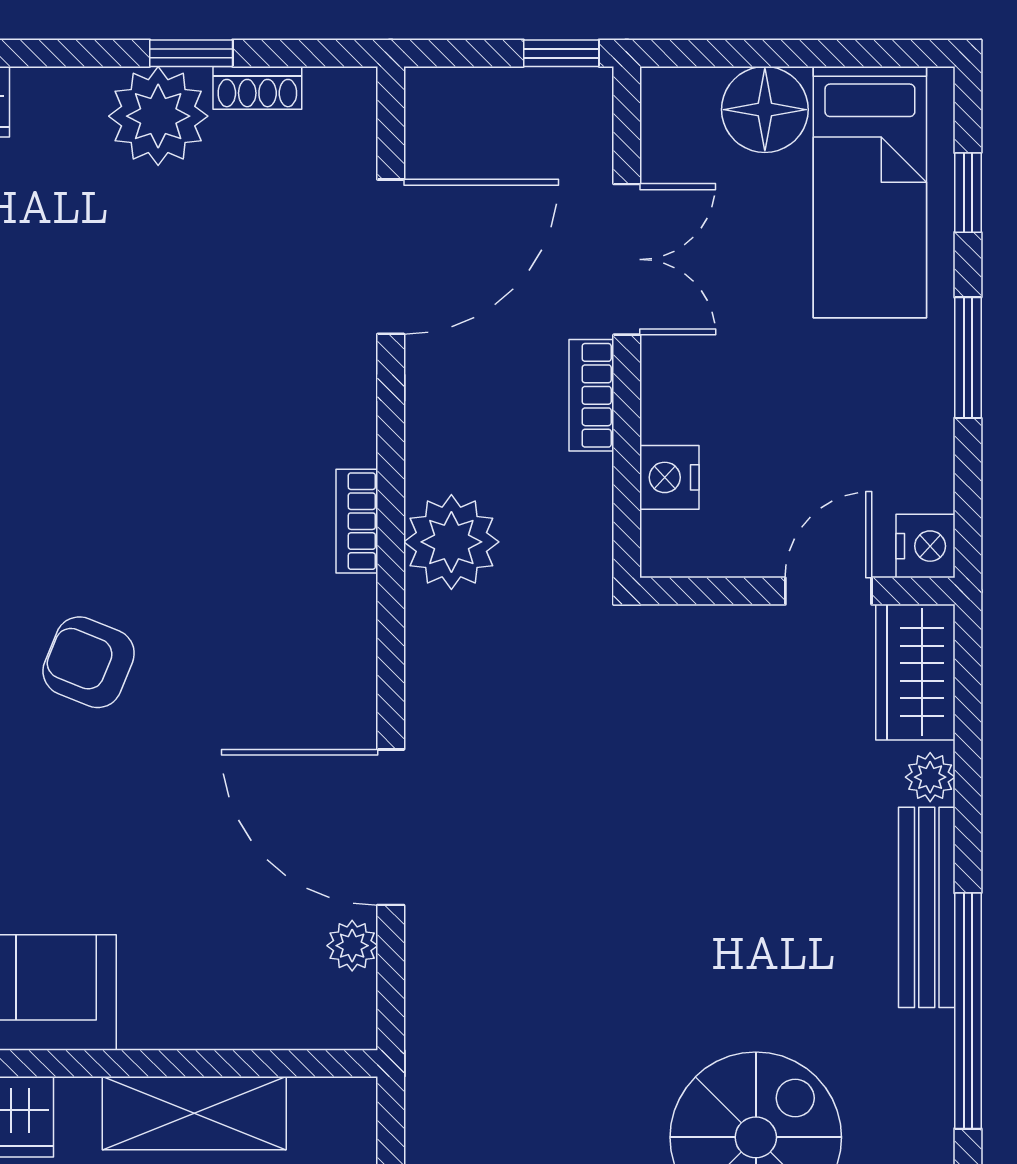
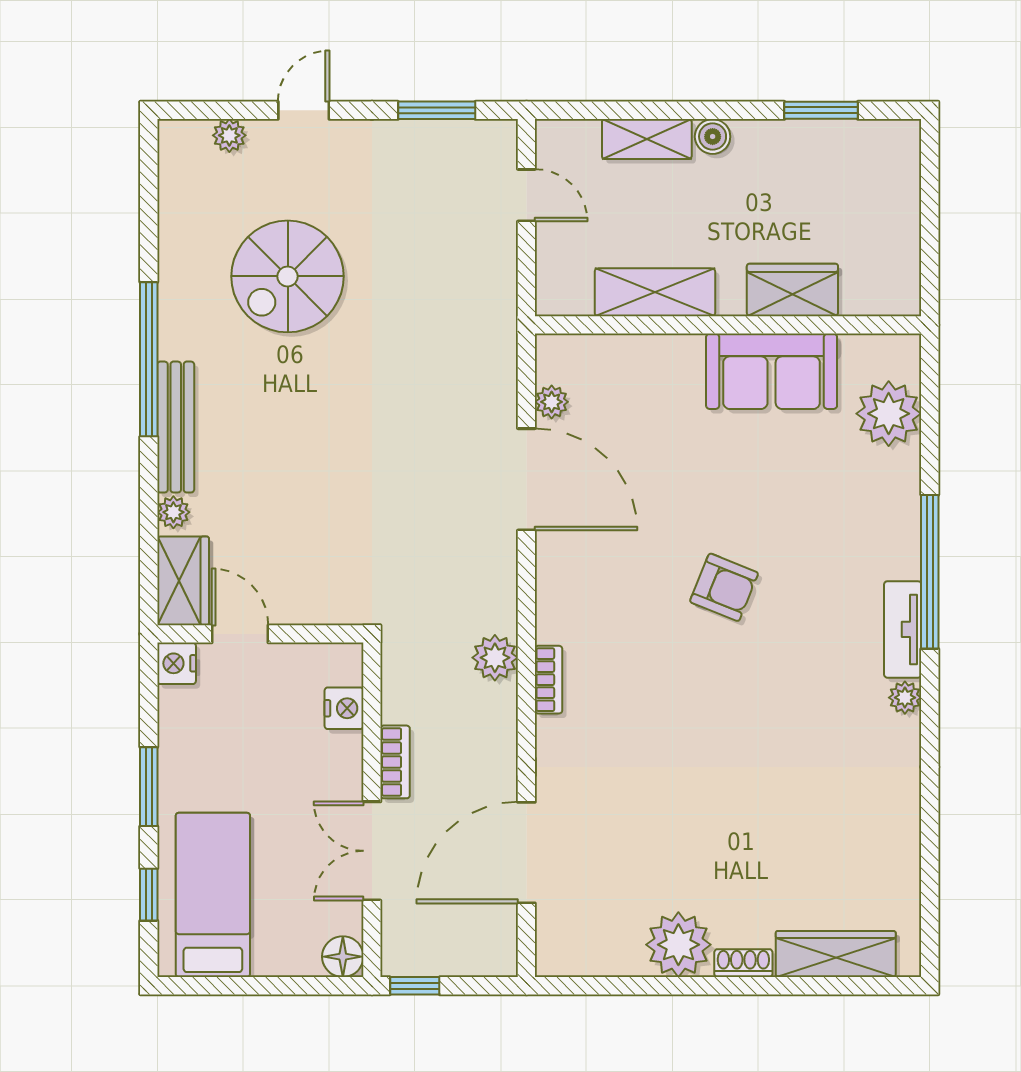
window: (191, 53) -> (657, 986), removed
shoe rack: (257, 88) -> (743, 963), moved
floor lamp: (765, 110) -> (343, 957), moved, width x0.73, depth x0.73
plant: (451, 542) -> (495, 658), width x0.73, depth x0.73
door: (828, 591) -> (240, 634), swing flipped

